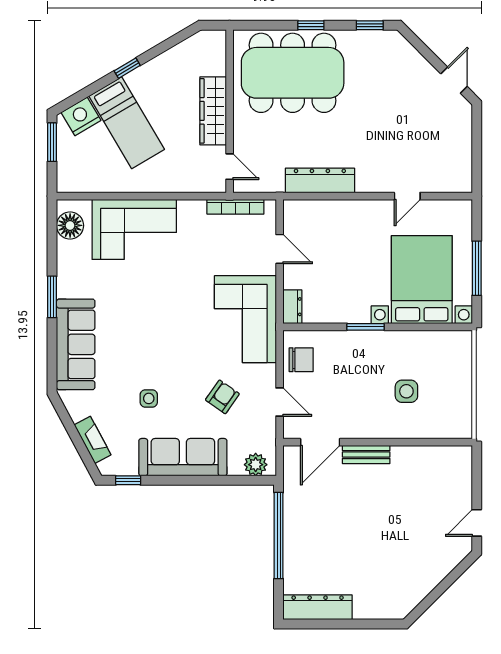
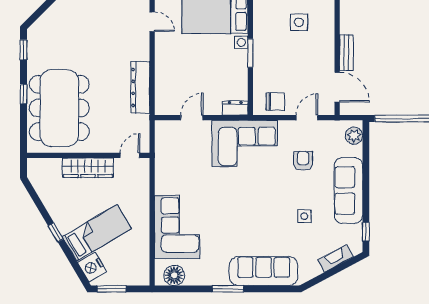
bookcase: (235, 207) -> (160, 151), removed
chair: (301, 360) -> (275, 102), turned 90
armchair: (222, 397) -> (303, 161), turned 54

